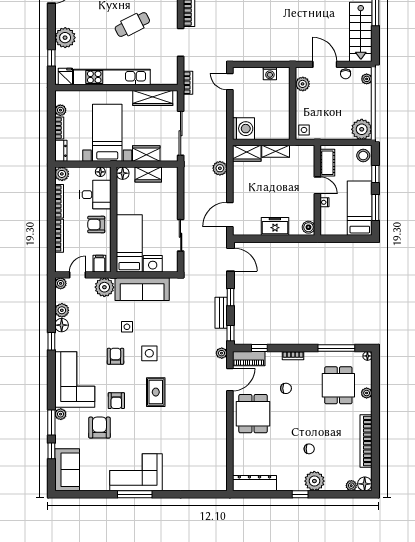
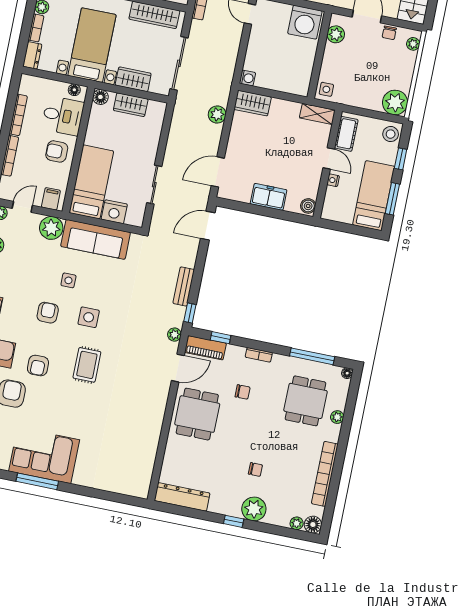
washing machine: (270, 74) -> (305, 22), width x1.89, depth x1.89
washing machine: (243, 129) -> (247, 78), width x0.53, depth x0.53
shelving: (276, 151) -> (317, 114), moved
plant: (62, 174) -> (28, 83), removed
door: (230, 260) -> (208, 226), swing flipped
window: (230, 297) -> (199, 270), removed

